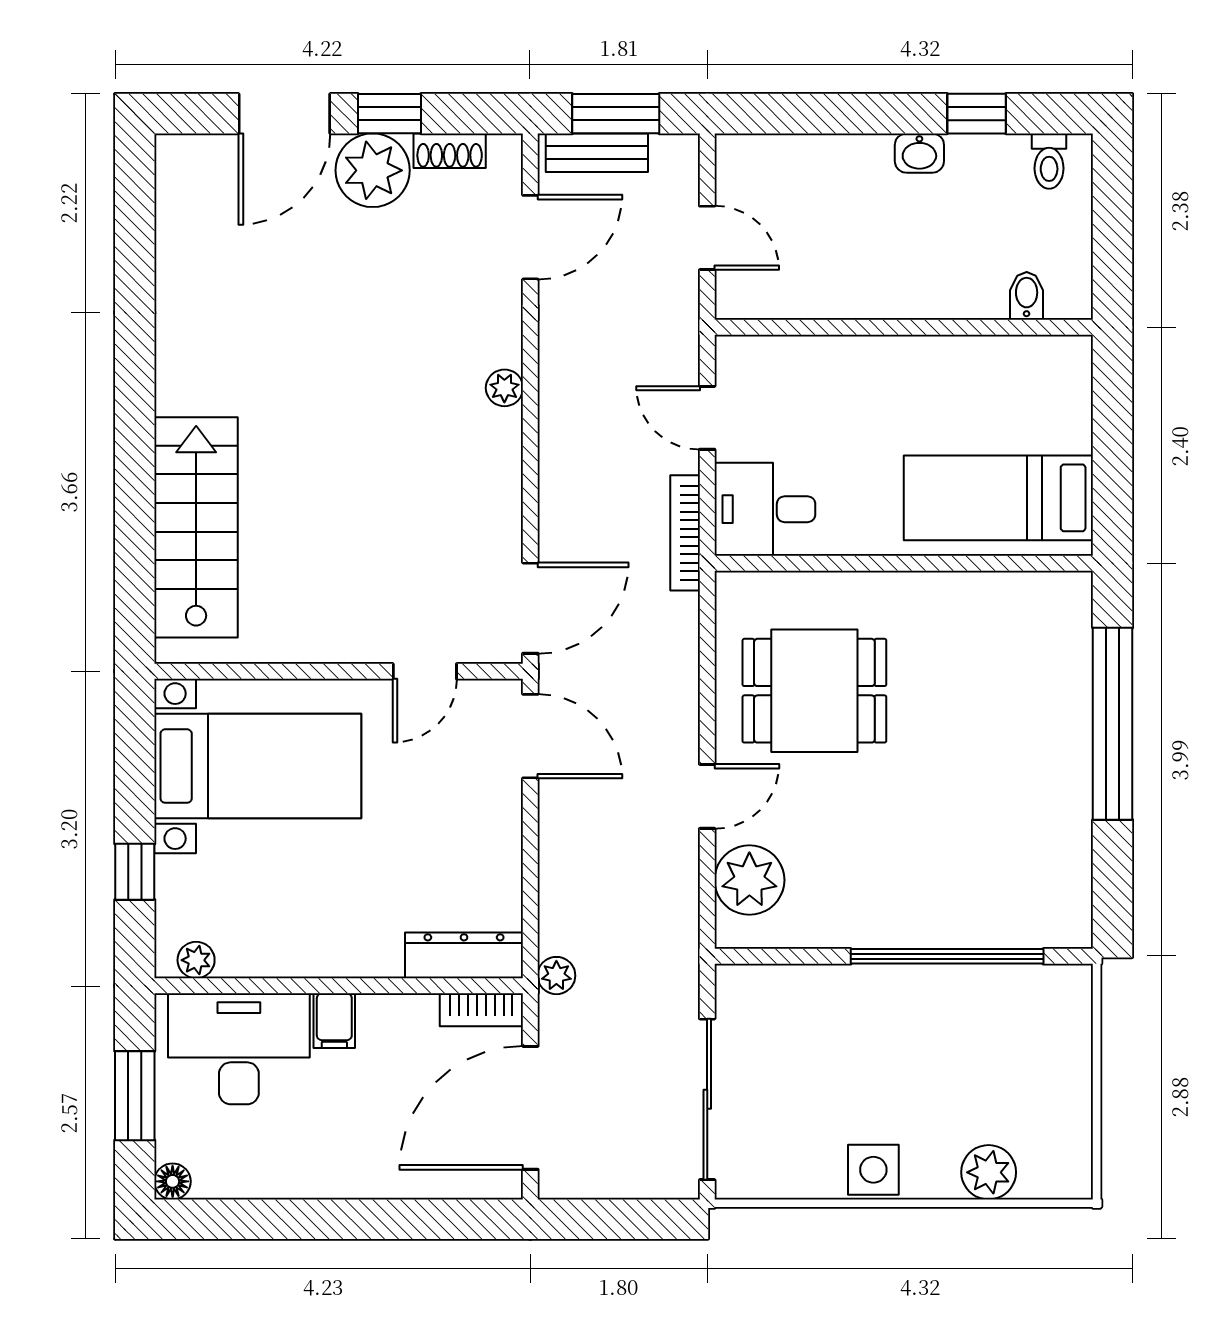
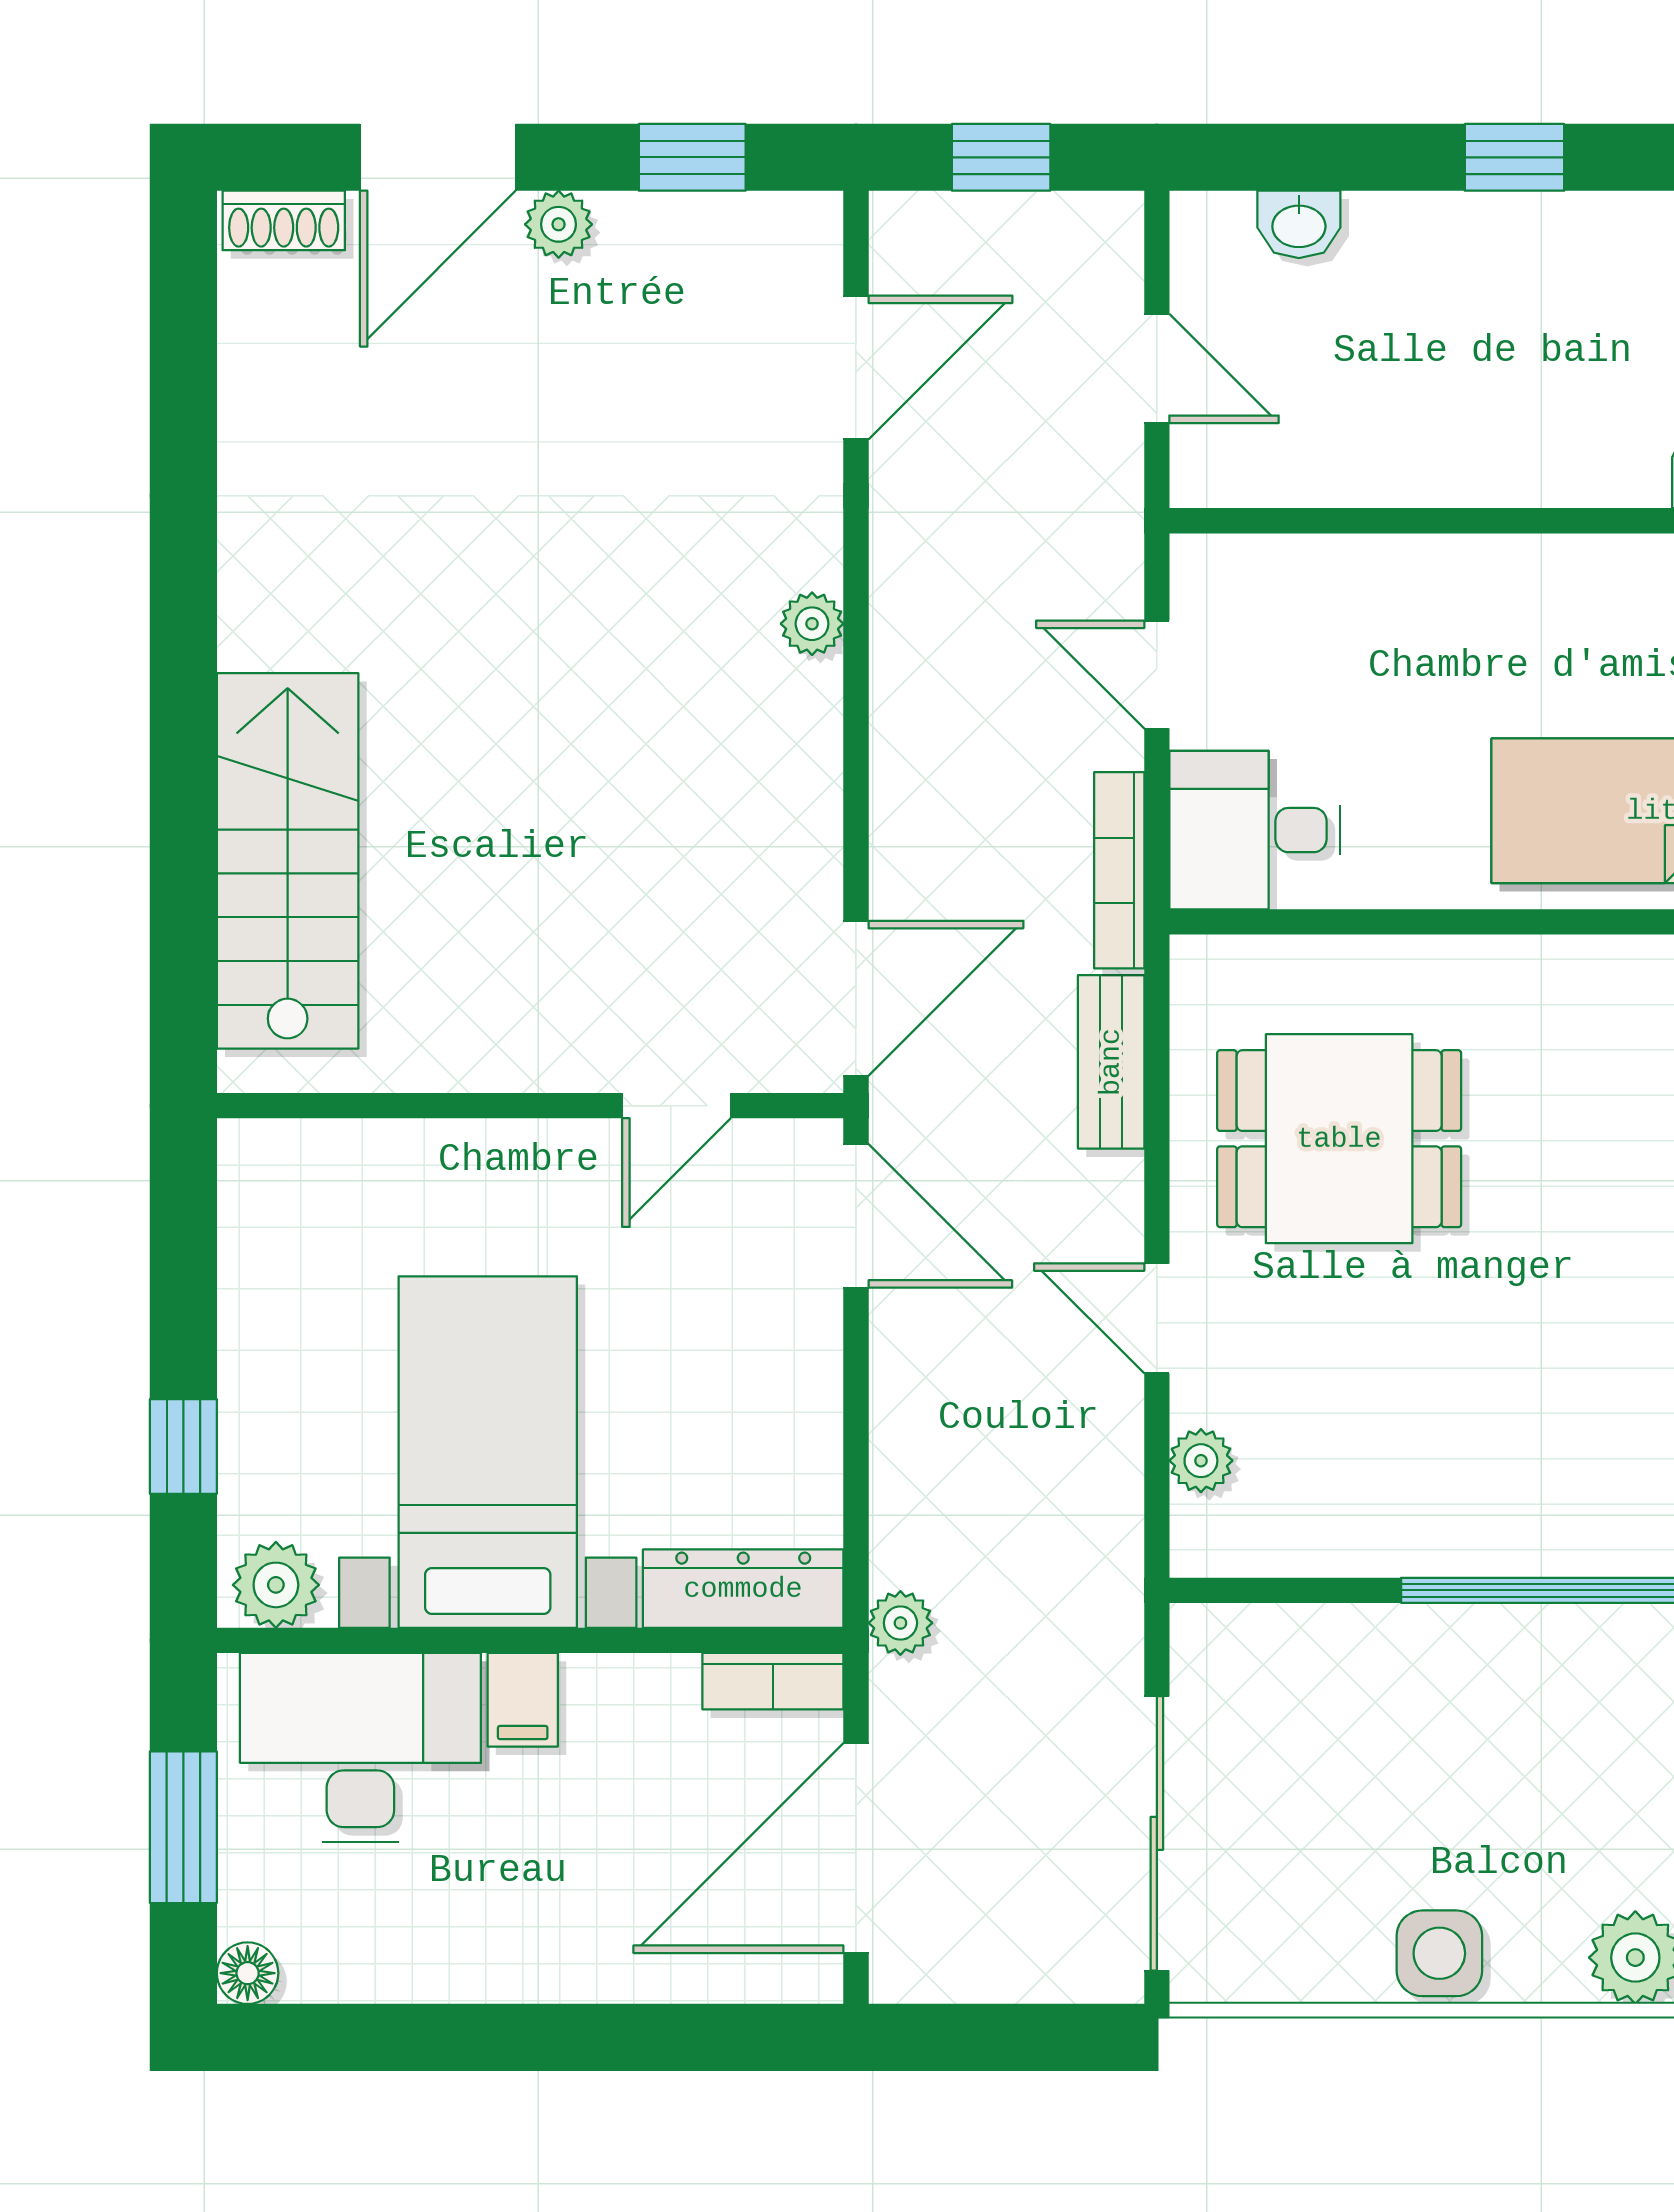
window: (389, 114) -> (692, 157), moved
window: (616, 114) -> (1001, 157), width x0.67
window: (977, 114) -> (1515, 157), moved
shoe rack: (450, 151) -> (284, 220), moved
bench: (597, 153) -> (1111, 1062), moved, turned 90
washbasin: (919, 153) -> (1299, 224), moved
plant: (373, 170) -> (559, 224), width x0.53, depth x0.53
bed with nightstands: (258, 766) -> (488, 1452), moved, turned -90
door: (707, 796) -> (1157, 1318), swing flipped
plant: (749, 880) -> (1201, 1461), width x0.53, depth x0.53
plant: (196, 960) -> (276, 1585), width x1.38, depth x1.38

